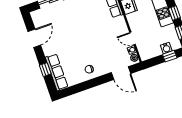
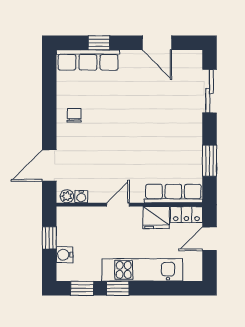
door: (133, 38) -> (118, 205), moved
window: (170, 56) -> (49, 238), moved

